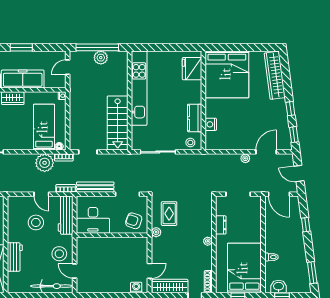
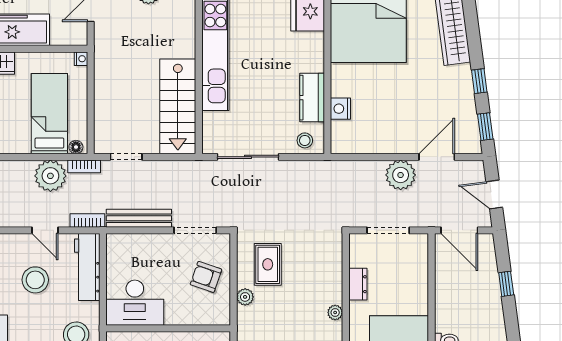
plant: (245, 158) -> (401, 175), width x1.88, depth x1.88
desk: (93, 220) -> (135, 303), moved
wall: (112, 235) -> (168, 328), moved

